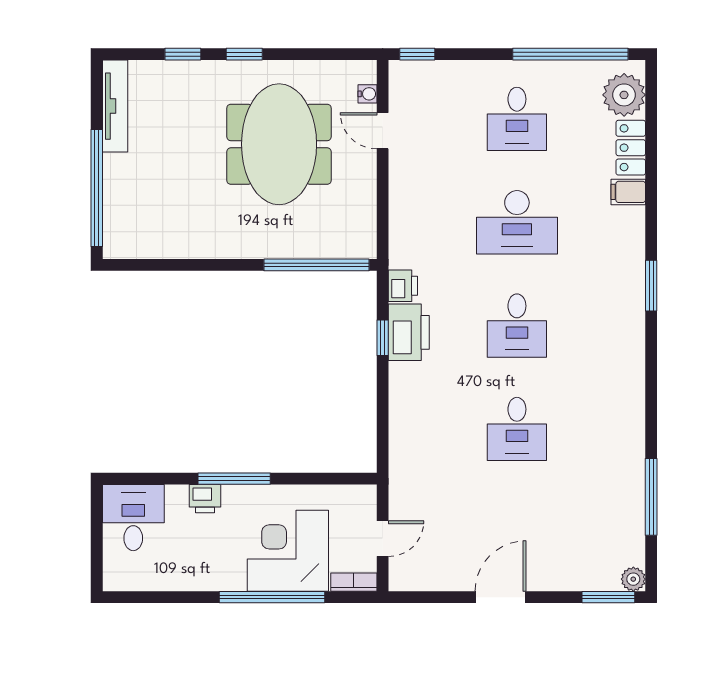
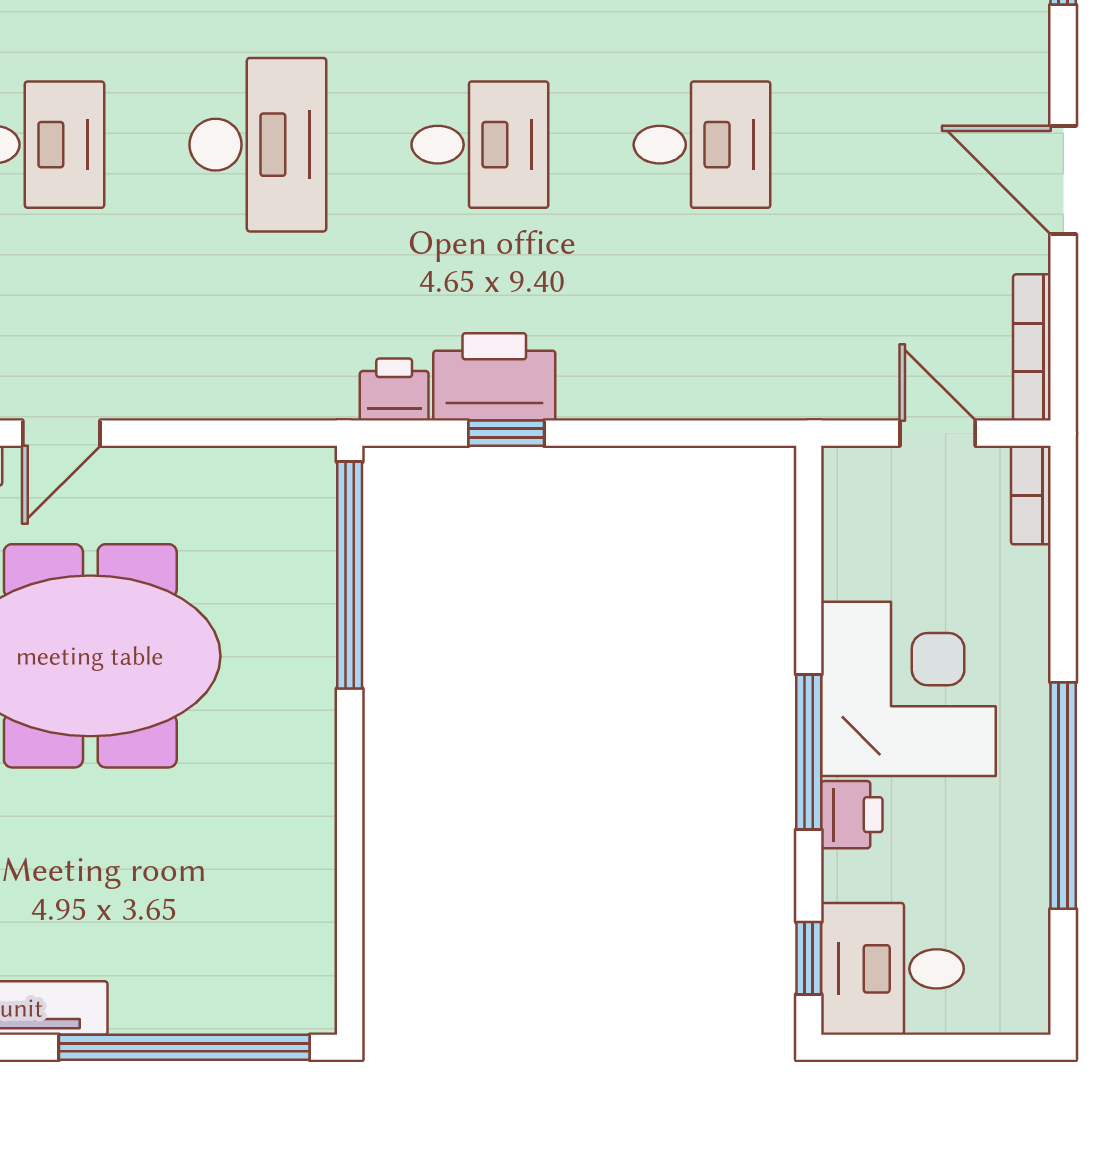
window: (138, 479) -> (809, 958), added
corner desk: (288, 551) -> (908, 689), moved, turned 180
bookcase: (423, 583) -> (1032, 347), added
window: (272, 597) -> (1063, 796), moved

